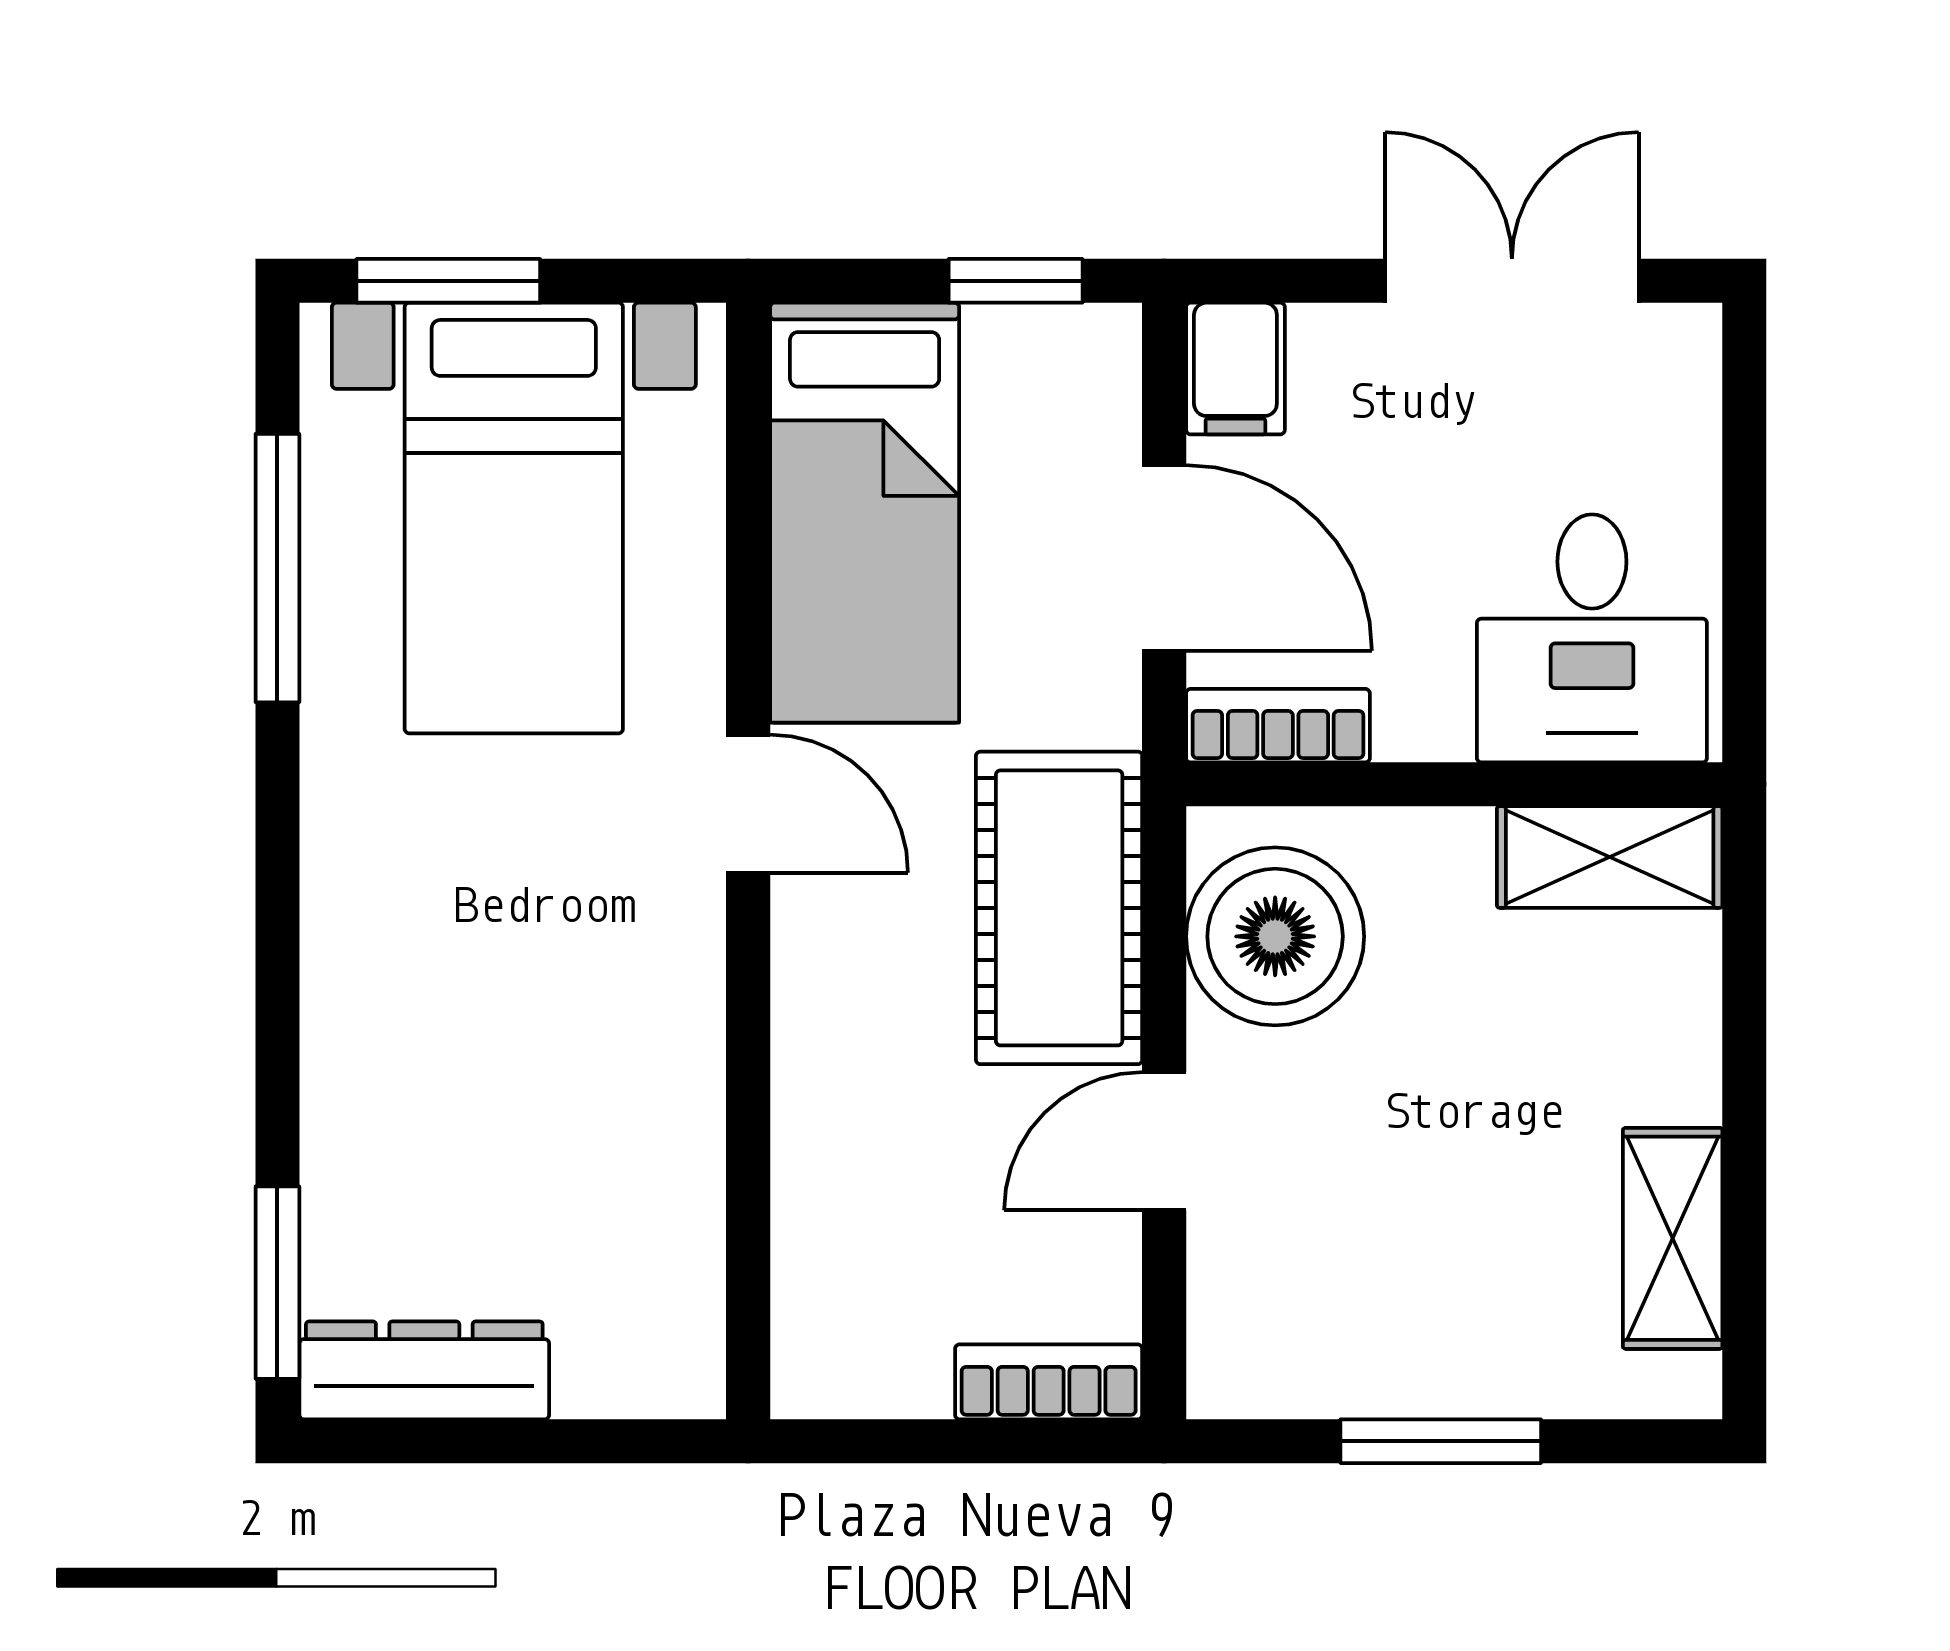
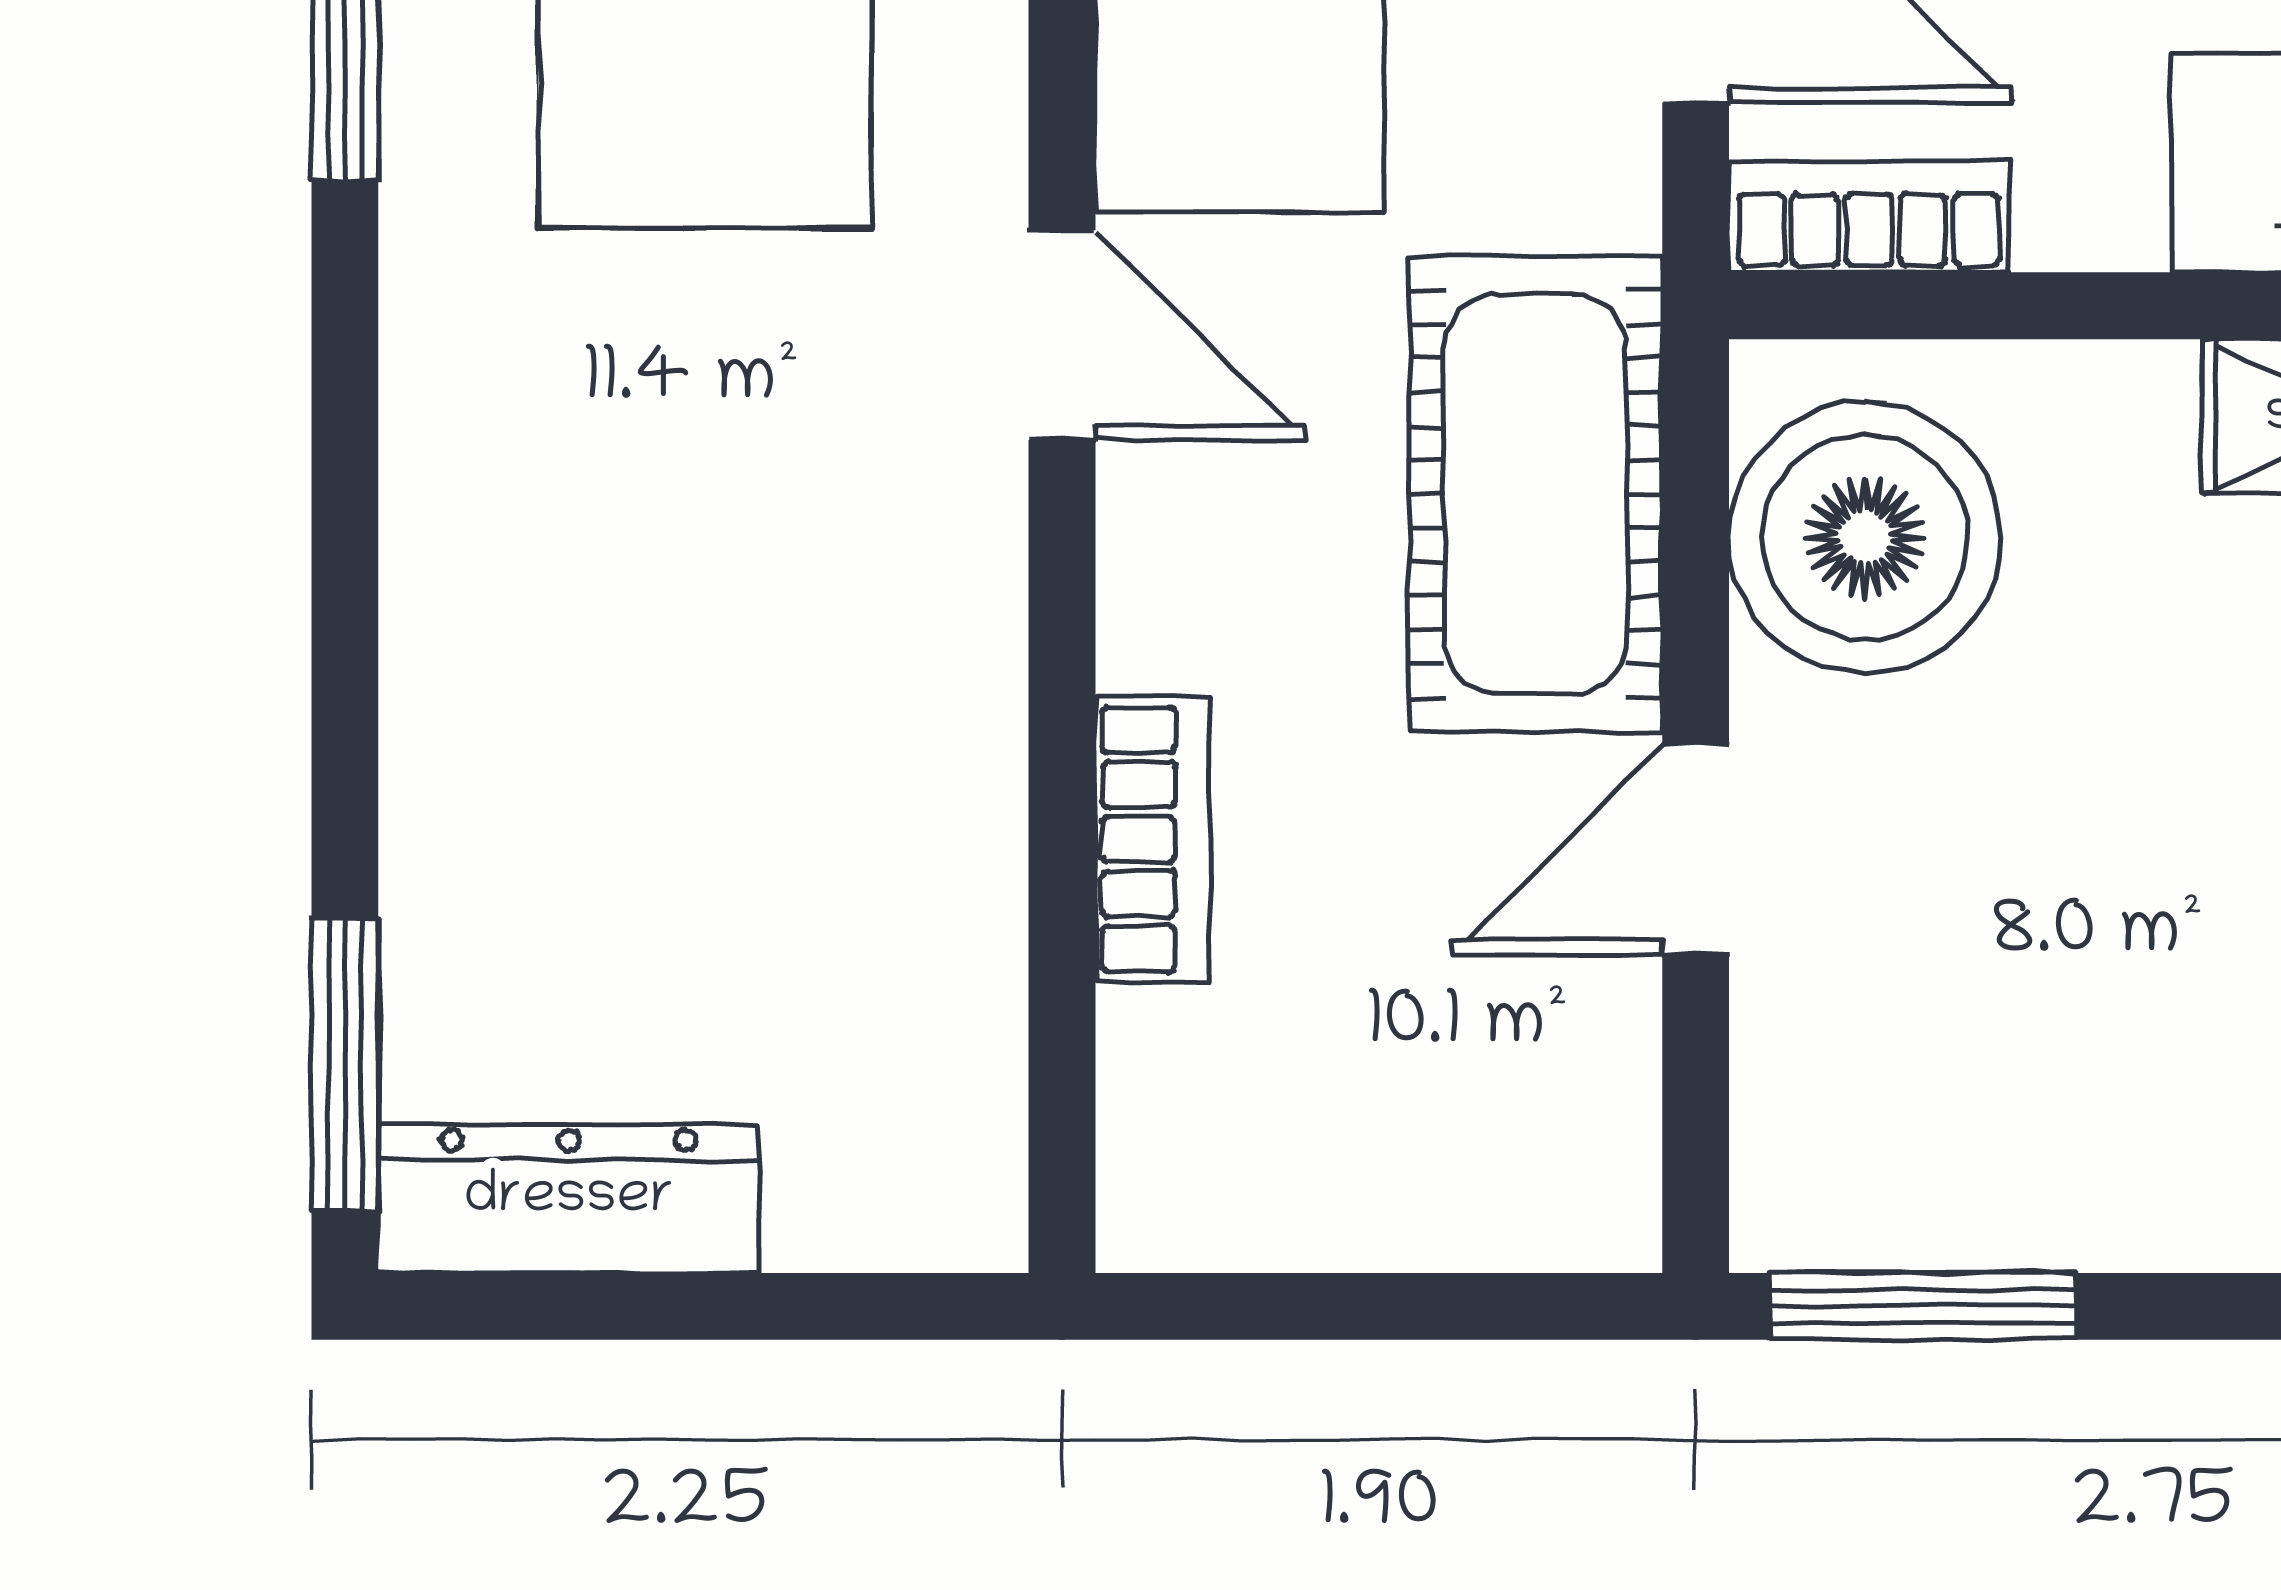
bookcase: (1049, 1382) -> (1152, 839), moved, turned 90
window: (1441, 1441) -> (1923, 1306), moved

